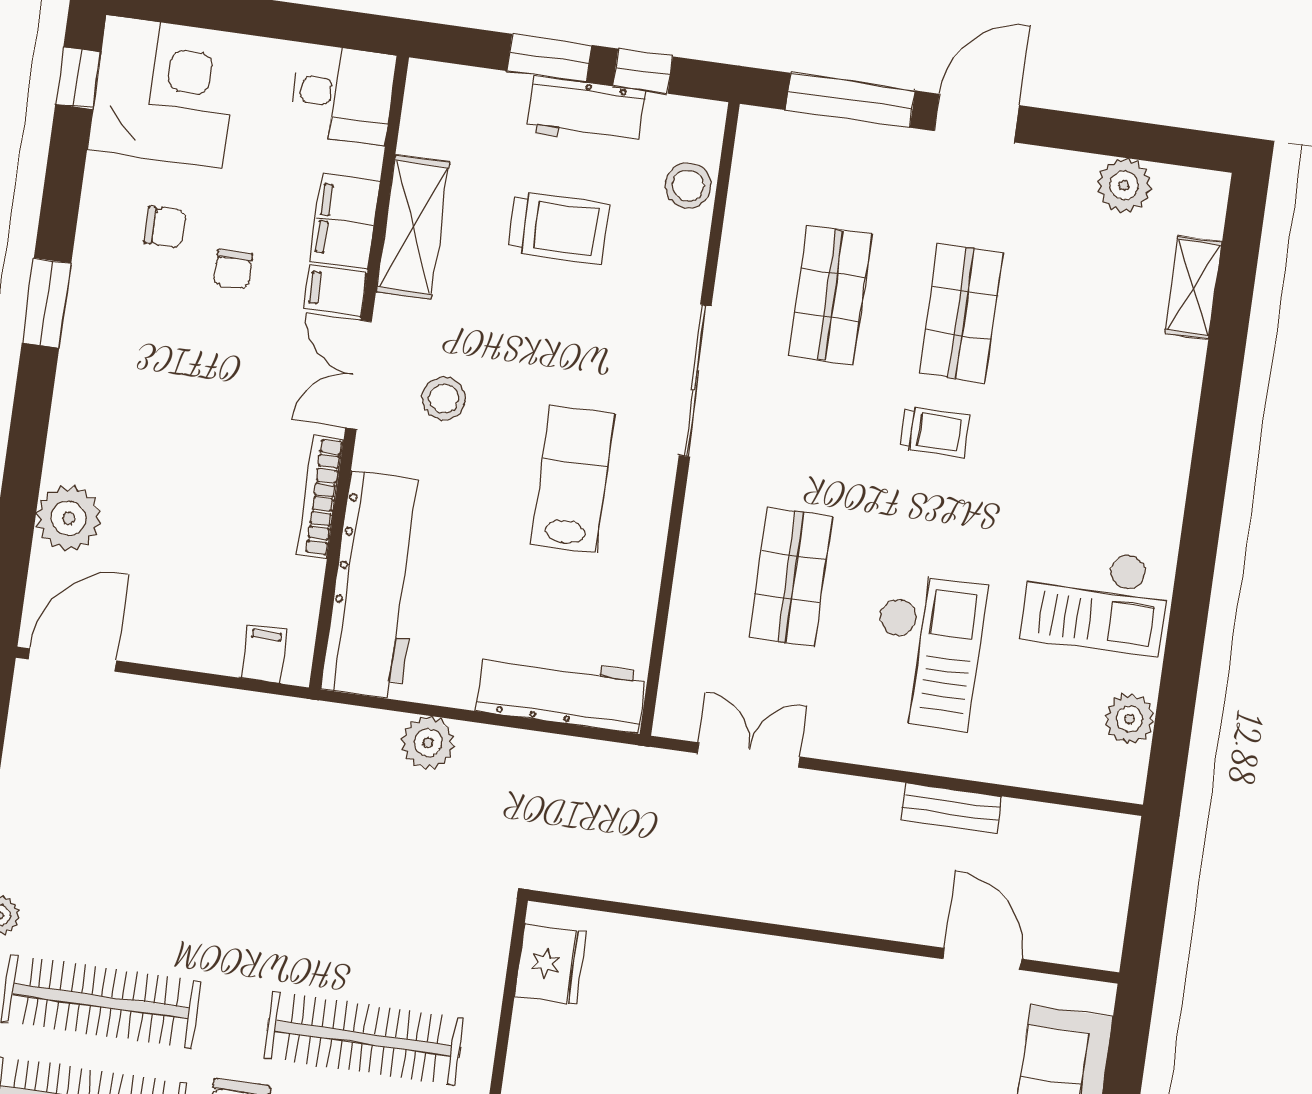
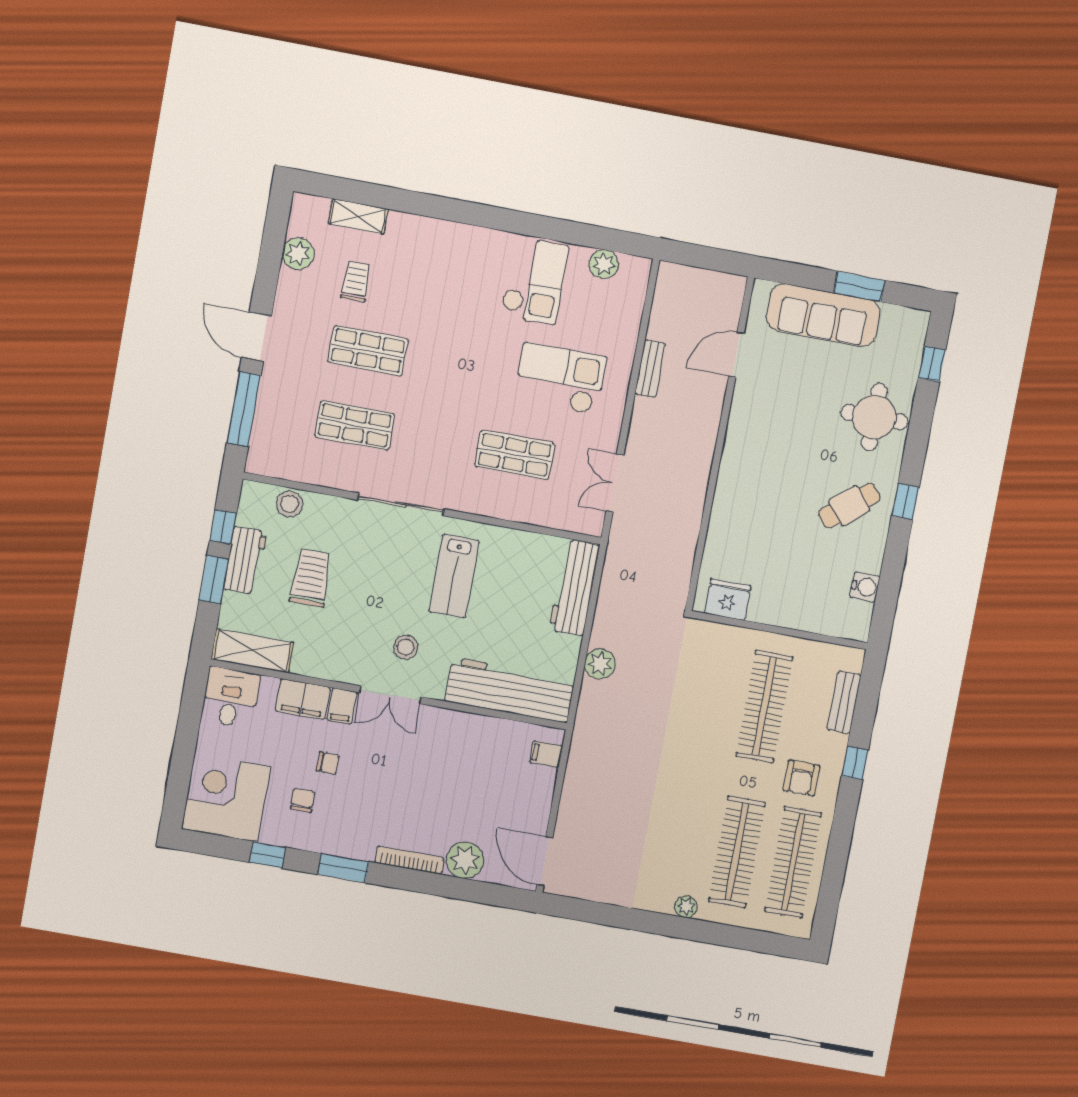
window: (78, 78) -> (268, 855), moved
shelving: (413, 227) -> (252, 651), moved
trolley: (935, 432) -> (356, 281), moved
lab bench: (573, 479) -> (454, 576), turned -90
bookcase: (320, 497) -> (409, 860), moved, turned 180

